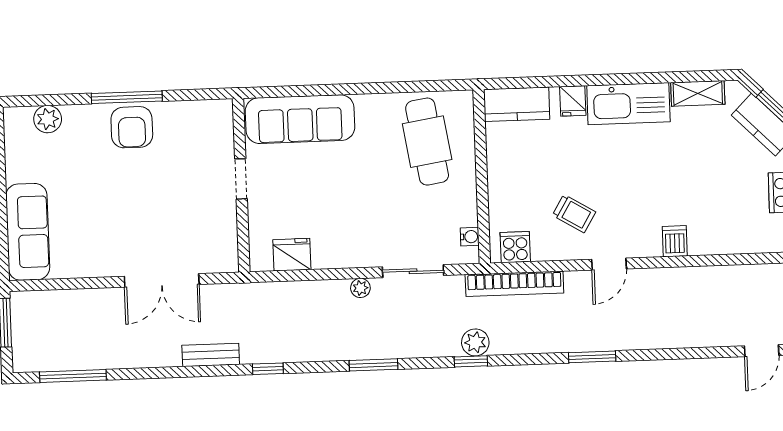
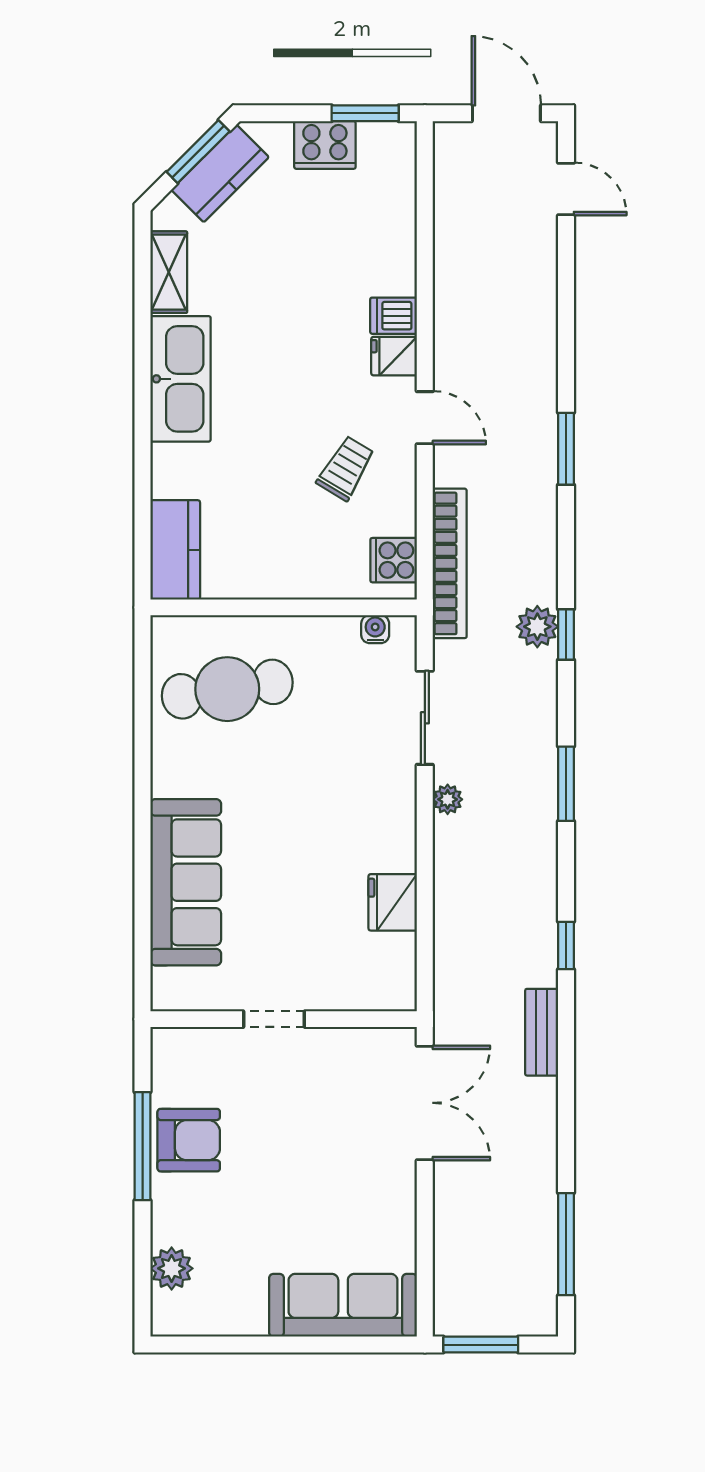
fridge: (573, 101) -> (394, 356), moved, turned 180
doorway: (241, 179) -> (274, 1019), moved
wall: (241, 185) -> (284, 1019), moved

